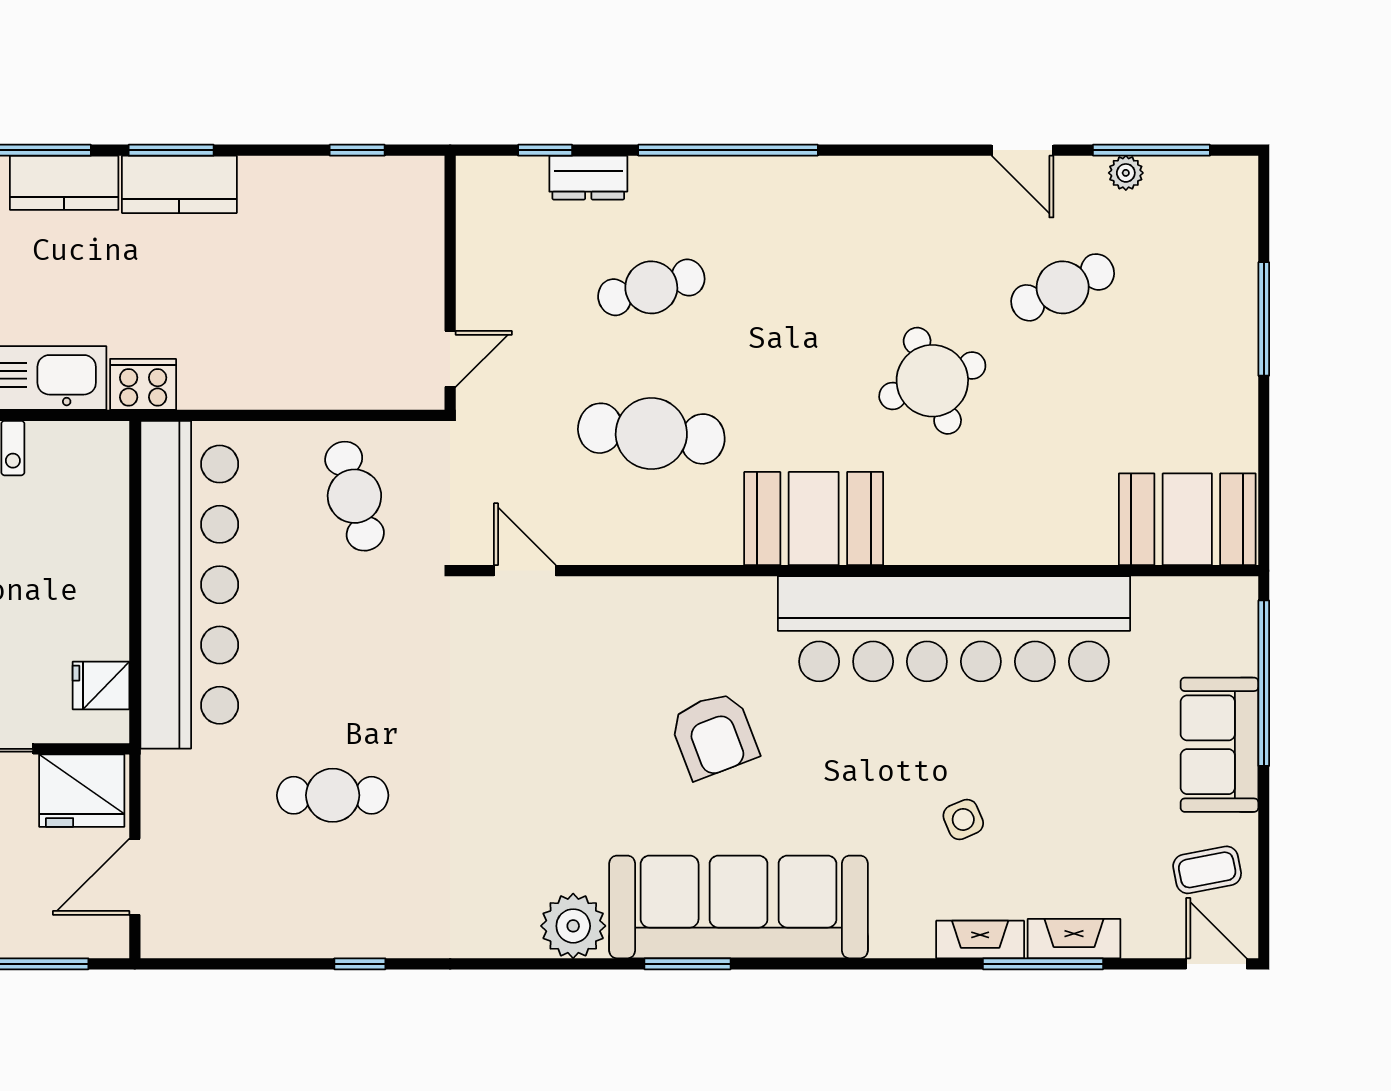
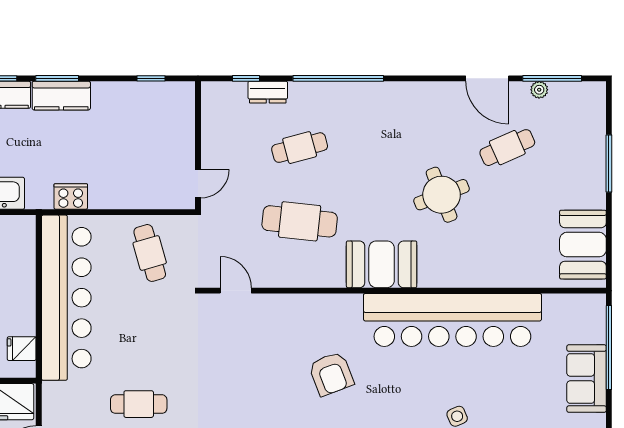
door: (1023, 150) -> (487, 78), width x1.38
cooker: (143, 384) -> (71, 197), moved
booth: (1187, 519) -> (583, 245), moved, turned 90

